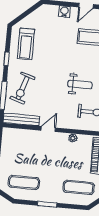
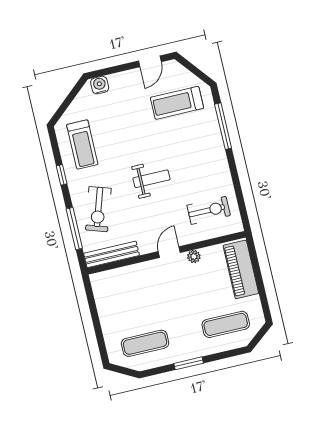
water cooler: (64, 11) -> (100, 85), moved
weight bench: (80, 84) -> (152, 179), moved
door: (48, 129) -> (169, 252), moved

